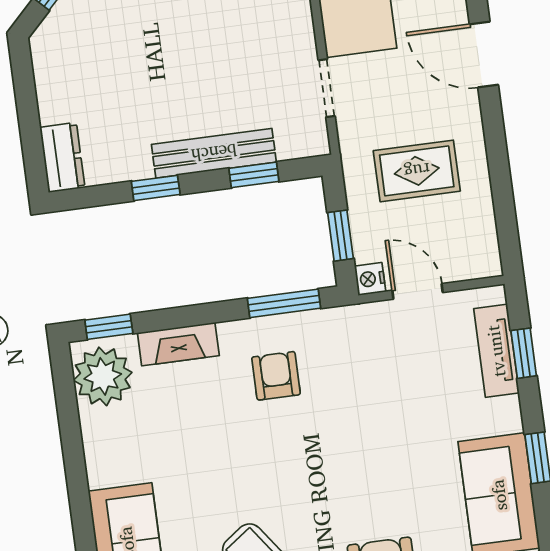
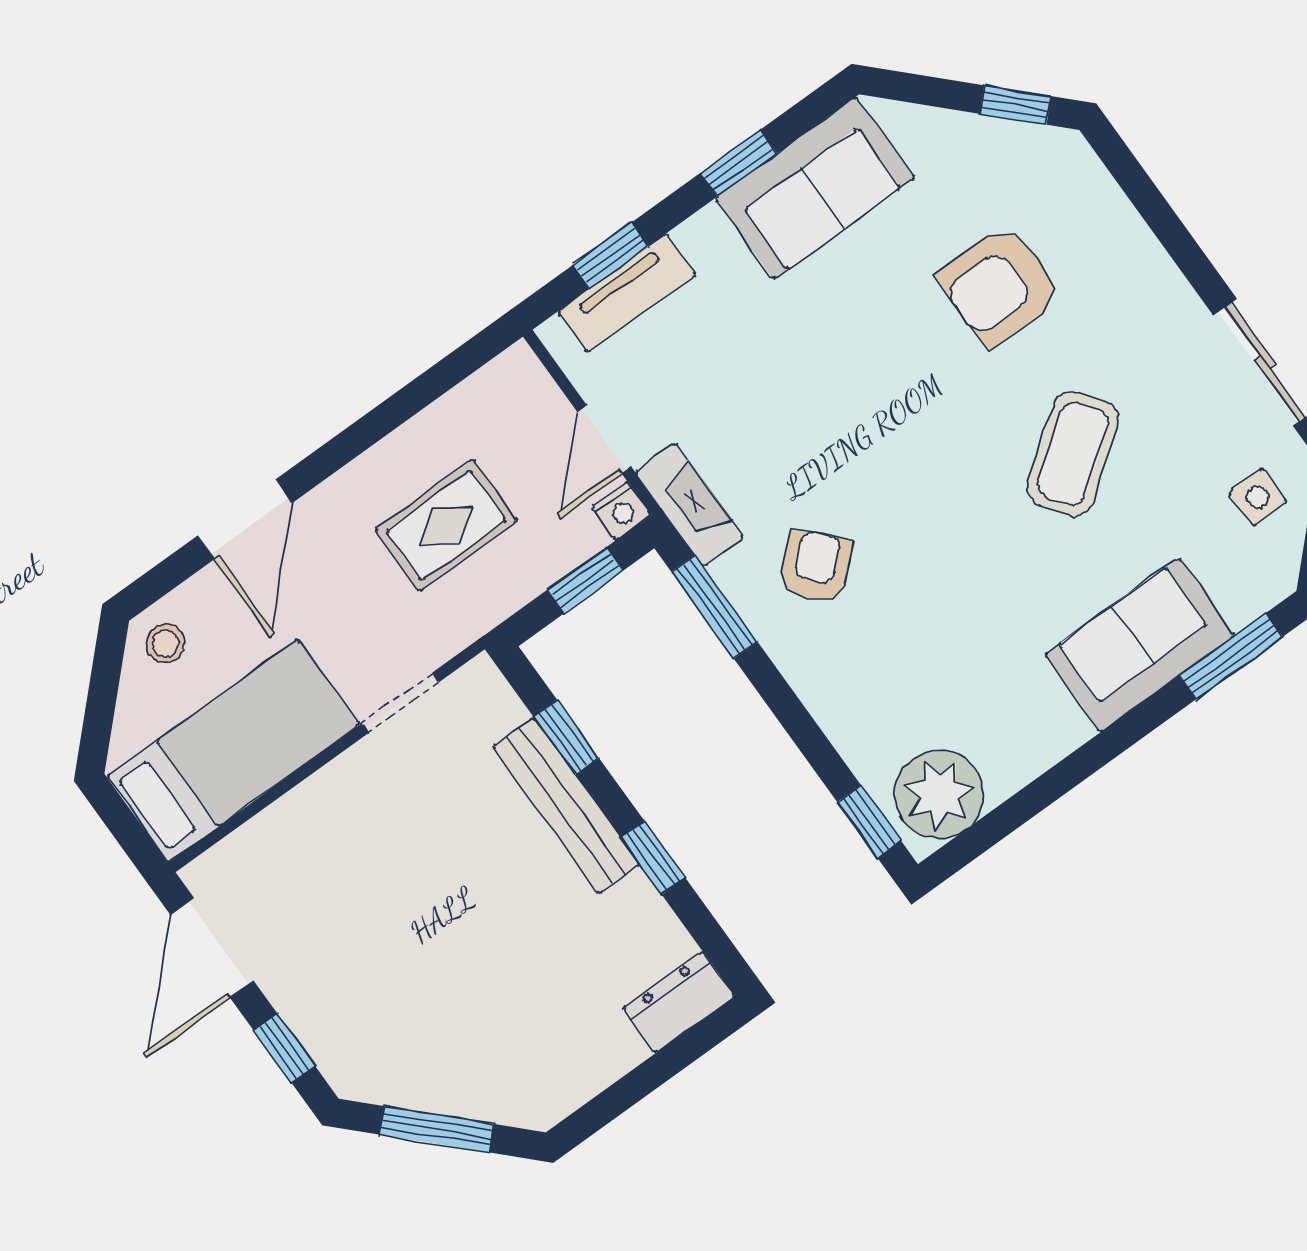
rug: (417, 171) -> (446, 525), turned 90
fireplace: (178, 344) -> (689, 505), moved
armchair: (276, 376) -> (816, 566), turned 138

